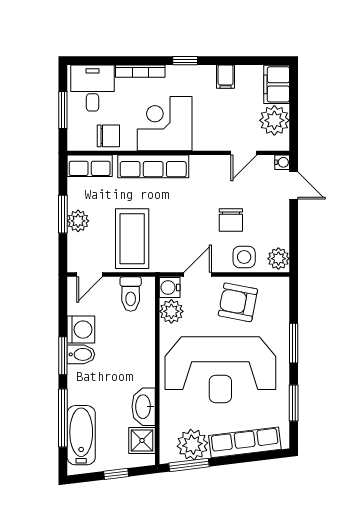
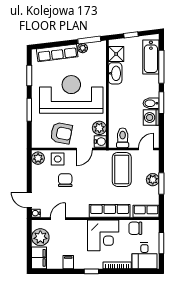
plant: (192, 445) -> (83, 48), width x0.53, depth x0.53

